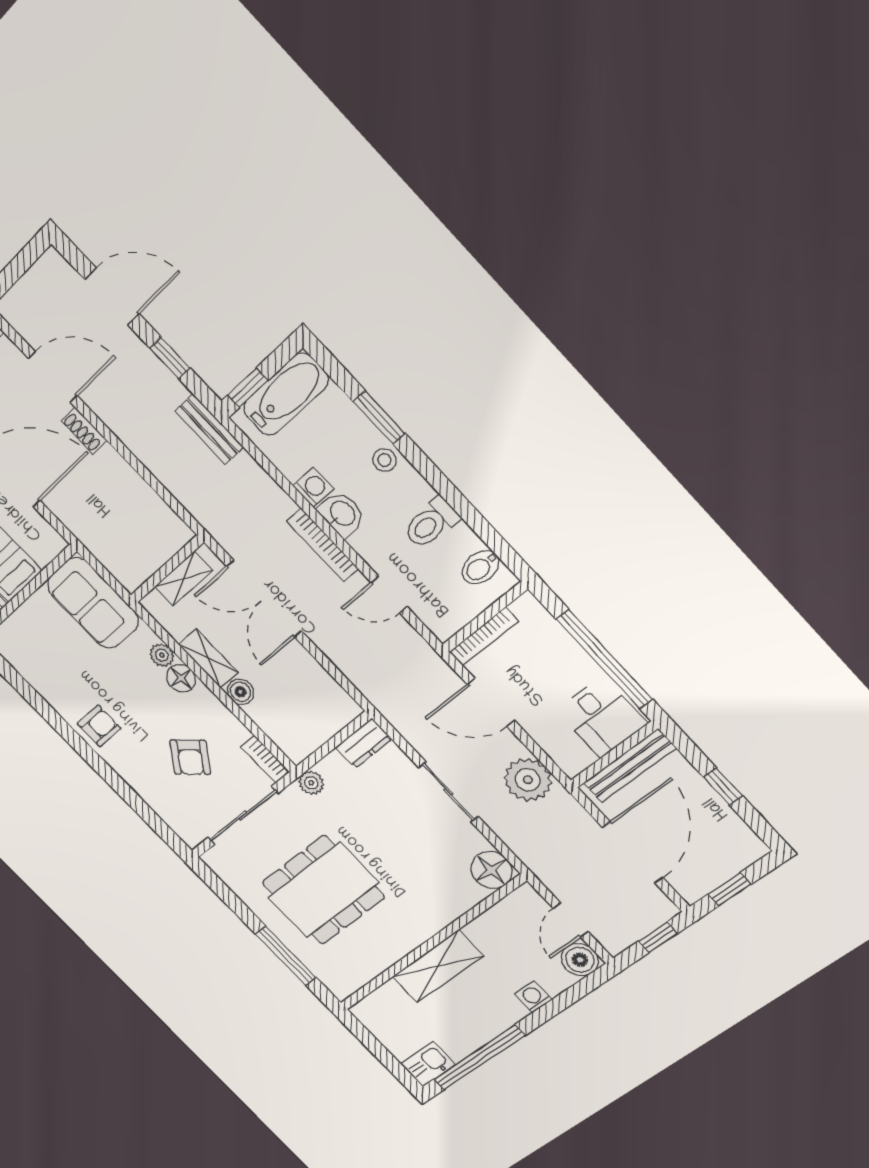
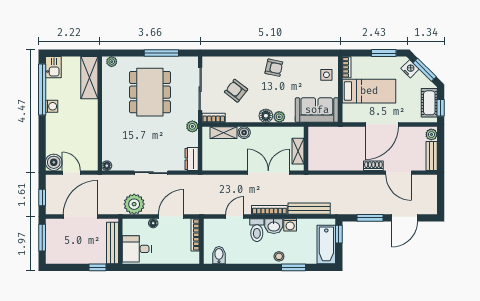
window: (170, 358) -> (370, 218), width x1.50
door: (53, 377) -> (399, 173), hinge flipped
bench: (209, 429) -> (309, 209), moved, width x1.36
toilet: (431, 523) -> (257, 230), moved, turned 180
side table: (28, 634) -> (326, 75), added
shelving: (208, 658) -> (224, 133), moved
window: (604, 659) -> (156, 267), removed
floor lamp: (531, 723) -> (153, 223), added
armchair: (99, 726) -> (274, 68), turned -78
window: (723, 786) -> (97, 267), moved
door: (632, 852) -> (80, 217), swing flipped
floor lamp: (491, 870) -> (107, 166), width x0.53, depth x0.53
window: (729, 889) -> (42, 238), width x1.50
window: (286, 956) -> (161, 53), moved
shelving: (438, 966) -> (89, 78), moved
plant: (334, 983) -> (112, 62), added
washing machine: (533, 997) -> (52, 106), moved

